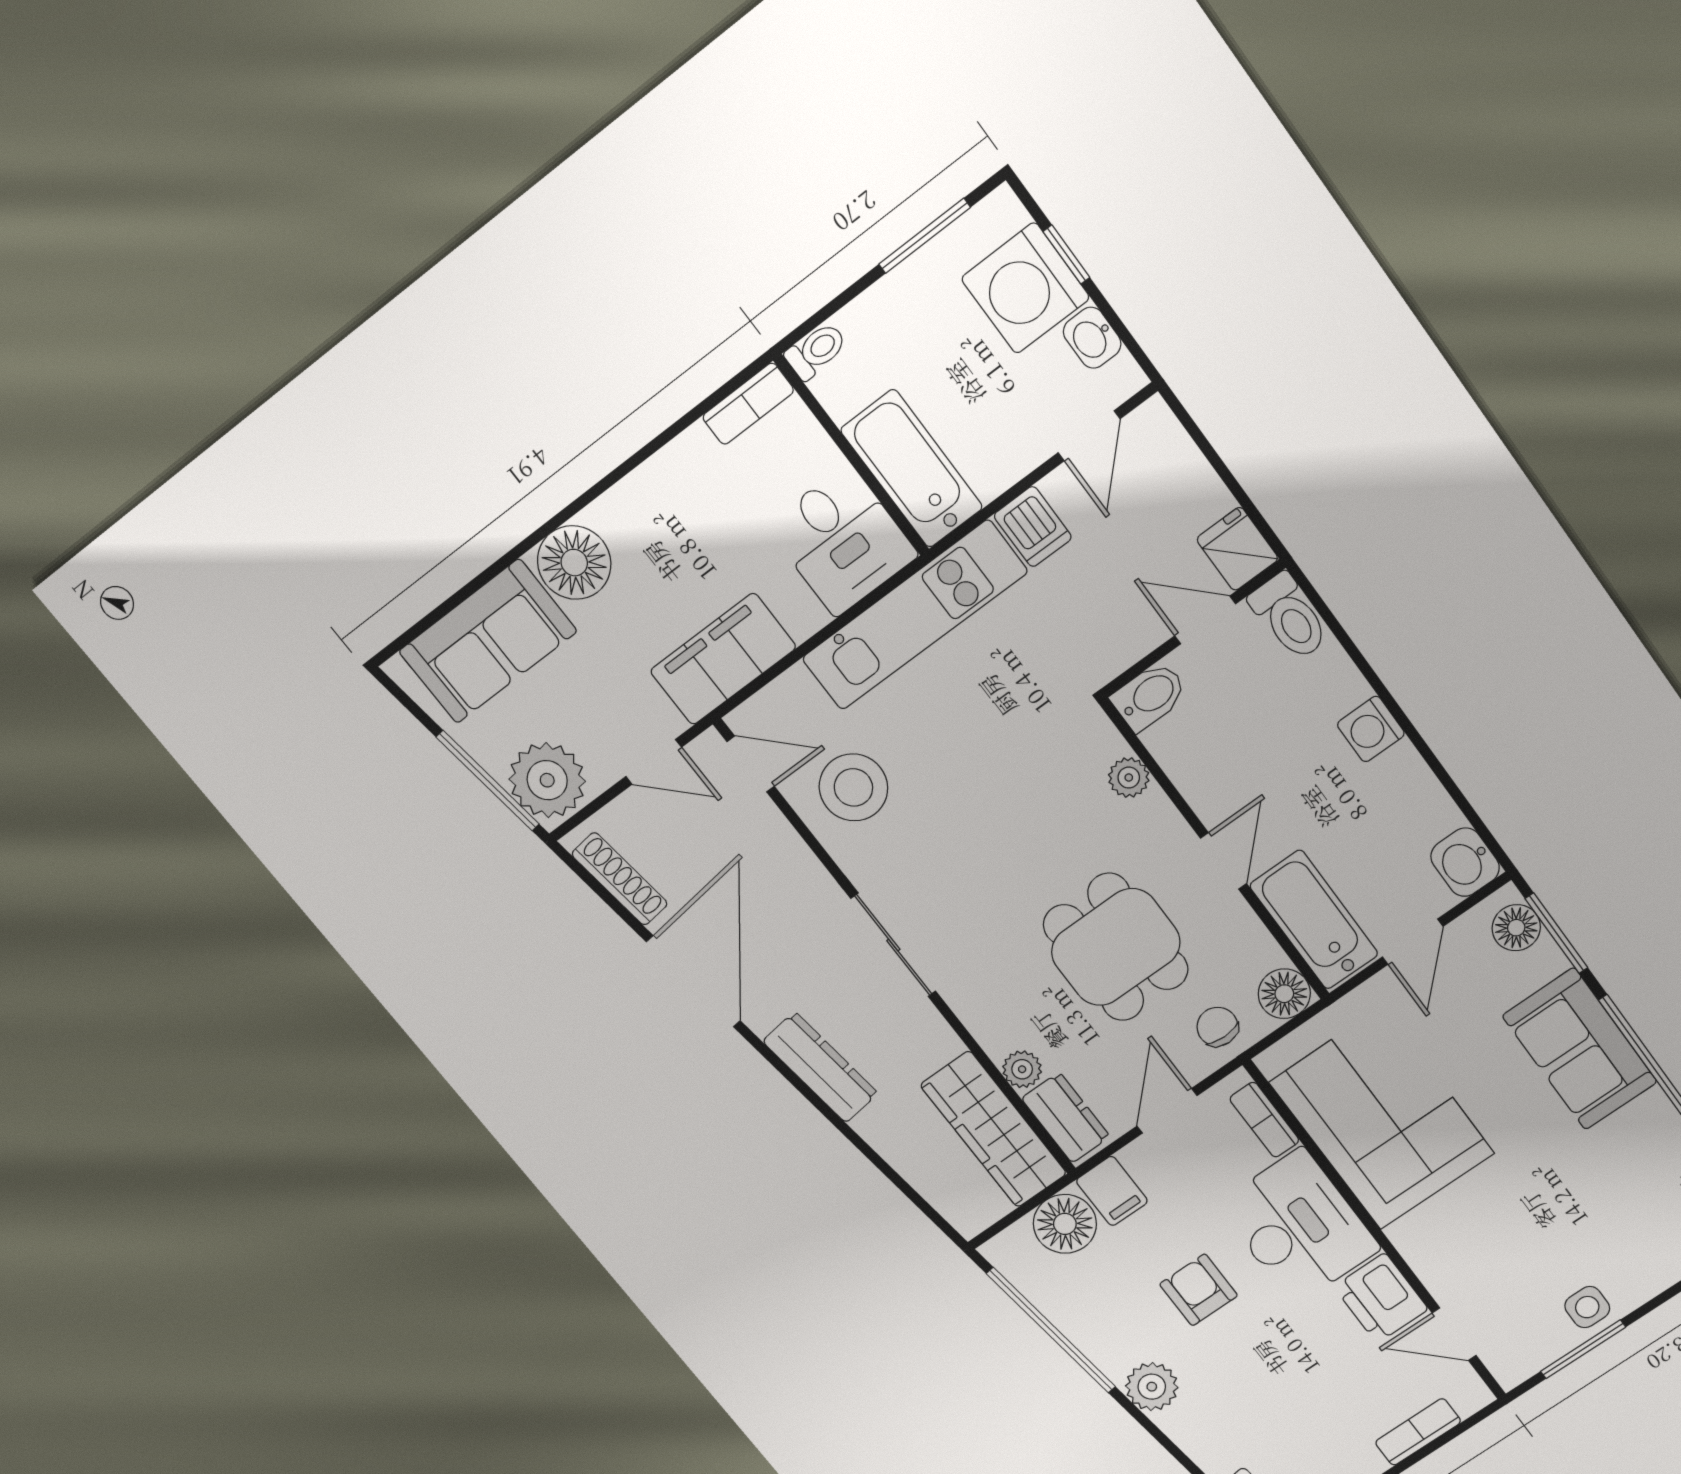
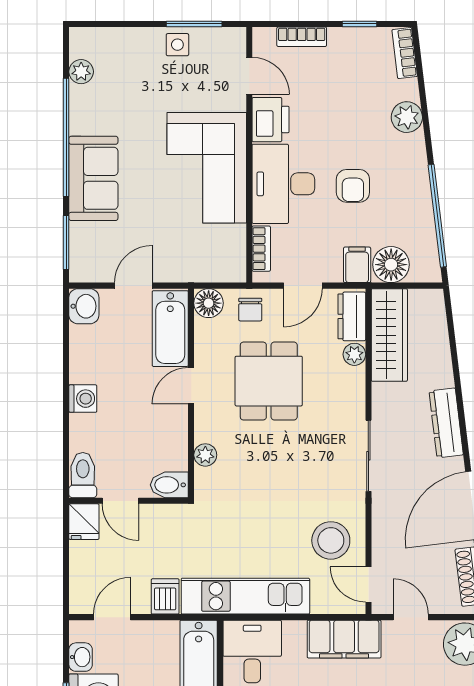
floor lamp: (1516, 928) -> (82, 258), removed
corner sofa: (1382, 1118) -> (207, 168), moved
plant: (1152, 1387) -> (407, 117), moved

